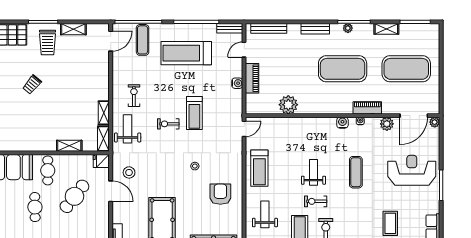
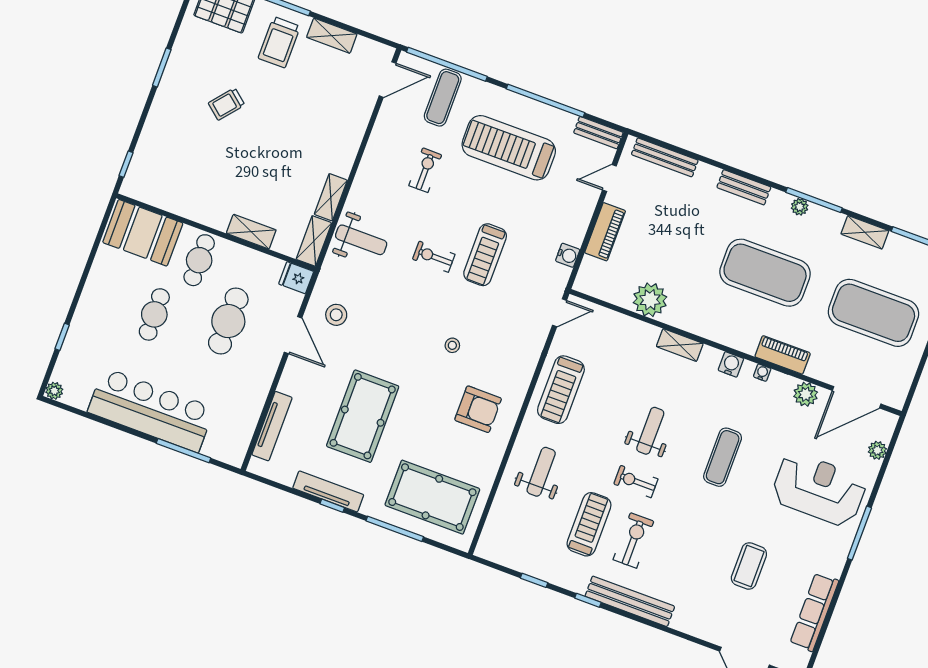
water cooler: (237, 83) -> (568, 255), moved
exercise bike: (134, 96) -> (425, 170), moved
shelving: (312, 122) -> (680, 345), added
plant: (435, 122) -> (877, 450), moved
weight bench: (128, 129) -> (361, 240), turned 90
armchair: (220, 194) -> (478, 409), turned 90
cafe table: (74, 196) -> (228, 321), turned -38

